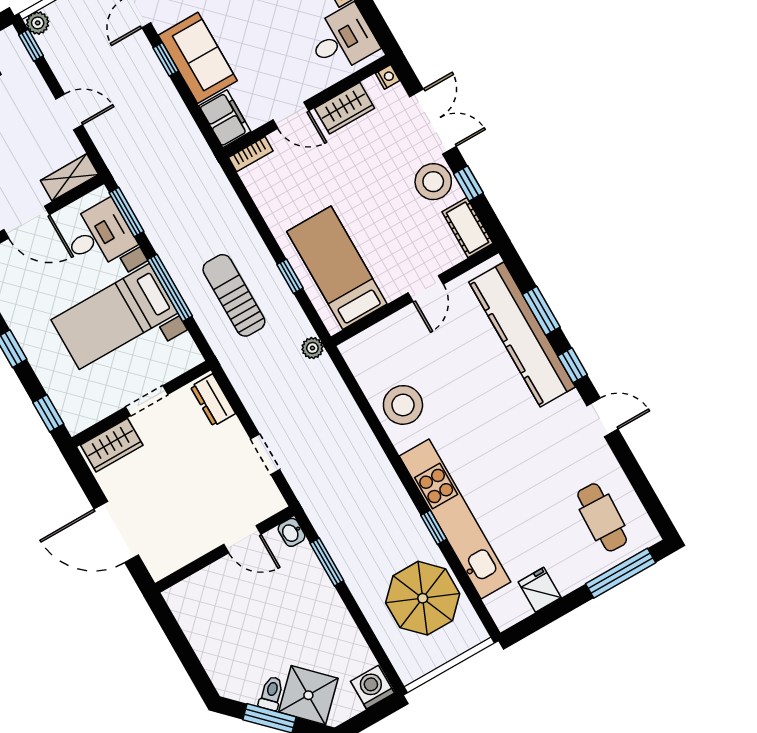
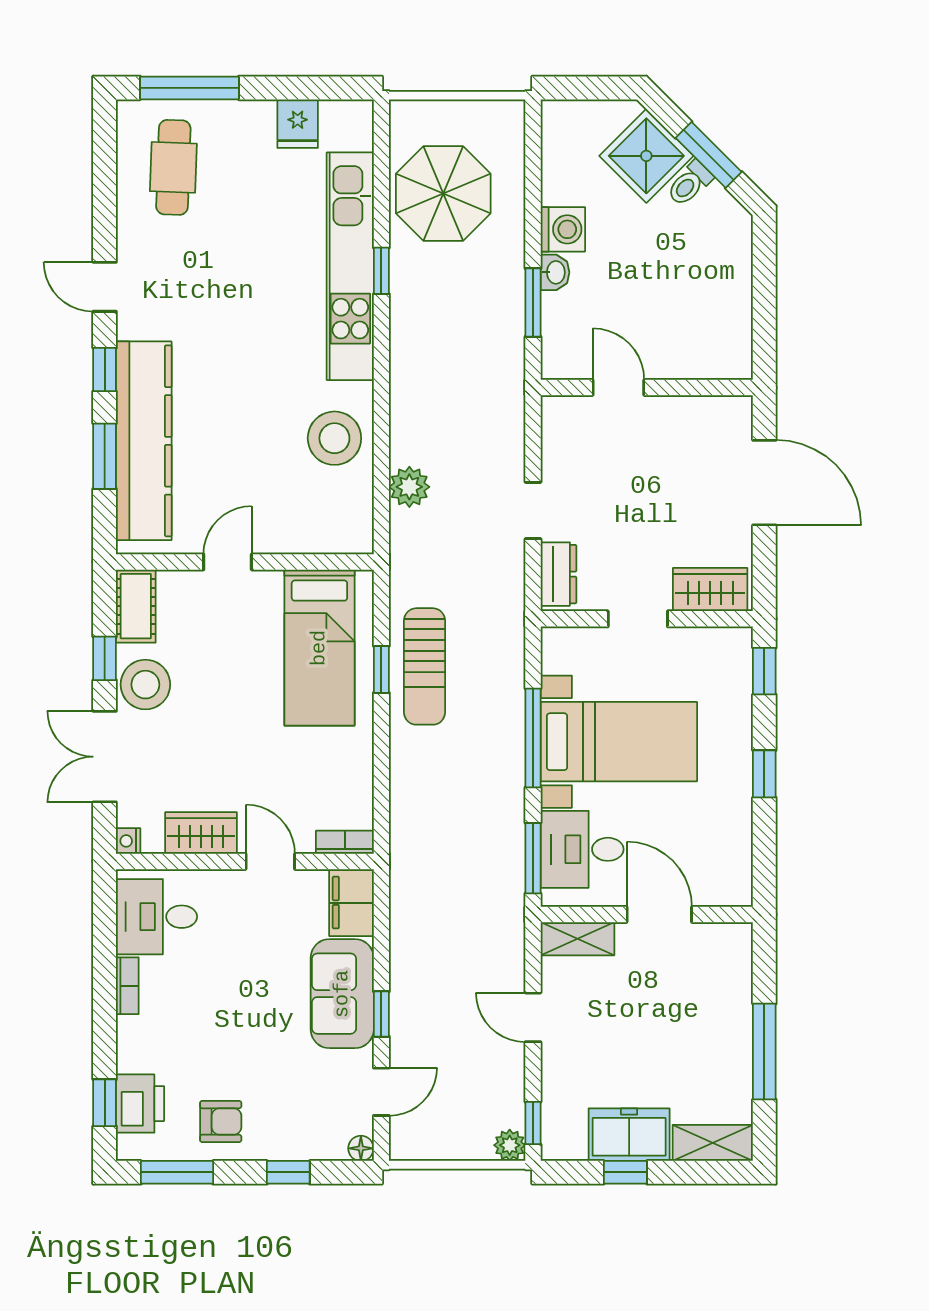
sun lounger: (234, 295) -> (425, 666), moved
plant: (312, 348) -> (409, 487), moved, width x1.38, depth x1.38
doorway: (265, 454) -> (533, 510), moved
washbasin: (292, 532) -> (555, 272), moved
washing machine: (372, 687) -> (563, 229), moved, turned -90

